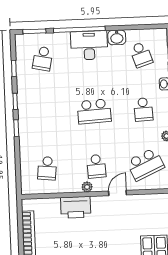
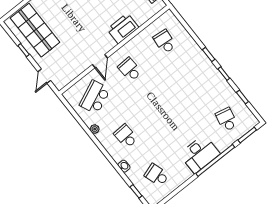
washbasin: (117, 37) -> (184, 175), removed
school desk: (94, 111) -> (161, 108), removed
plant: (87, 187) -> (125, 49), removed

